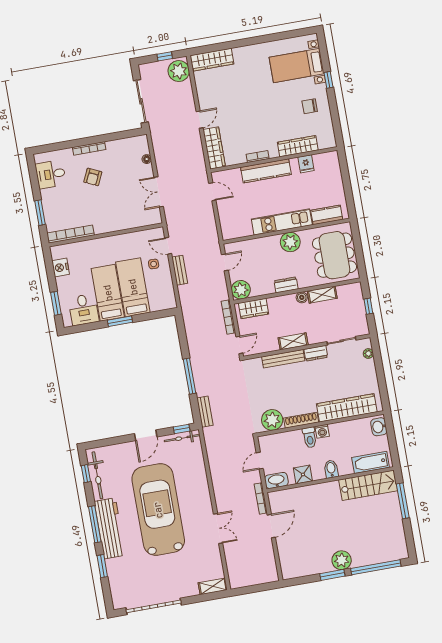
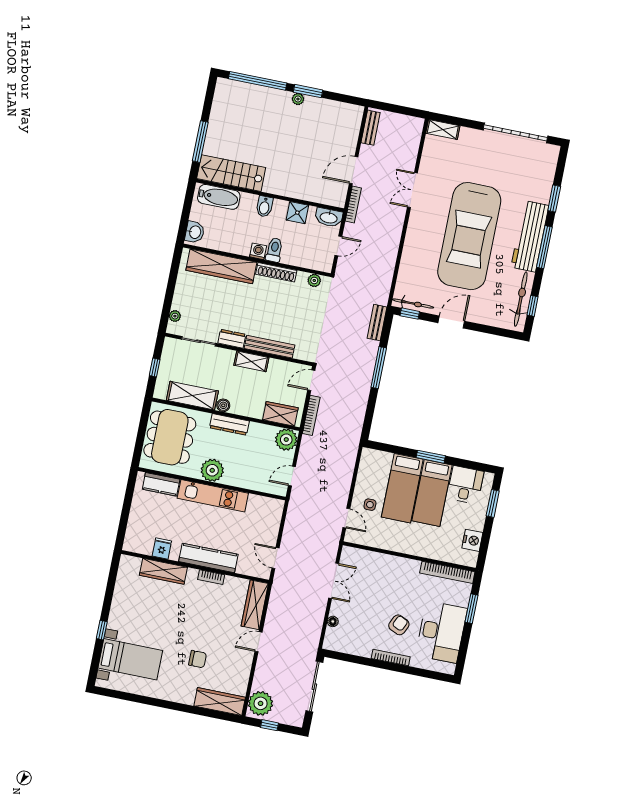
chair: (310, 106) -> (197, 659), moved
desk: (51, 174) -> (441, 632), width x1.87, depth x1.30
bench: (180, 270) -> (371, 128), moved
dresser: (286, 285) -> (229, 424), width x1.44
shelving: (322, 295) -> (192, 396), width x1.50, depth x1.33
plant: (272, 420) -> (314, 280), width x0.53, depth x0.53
plant: (342, 560) -> (298, 99), width x0.53, depth x0.53

